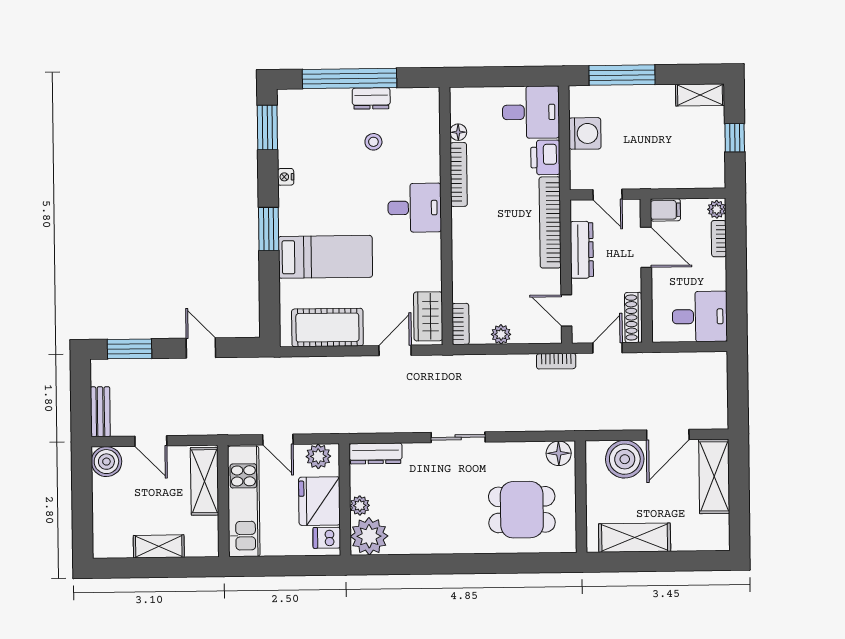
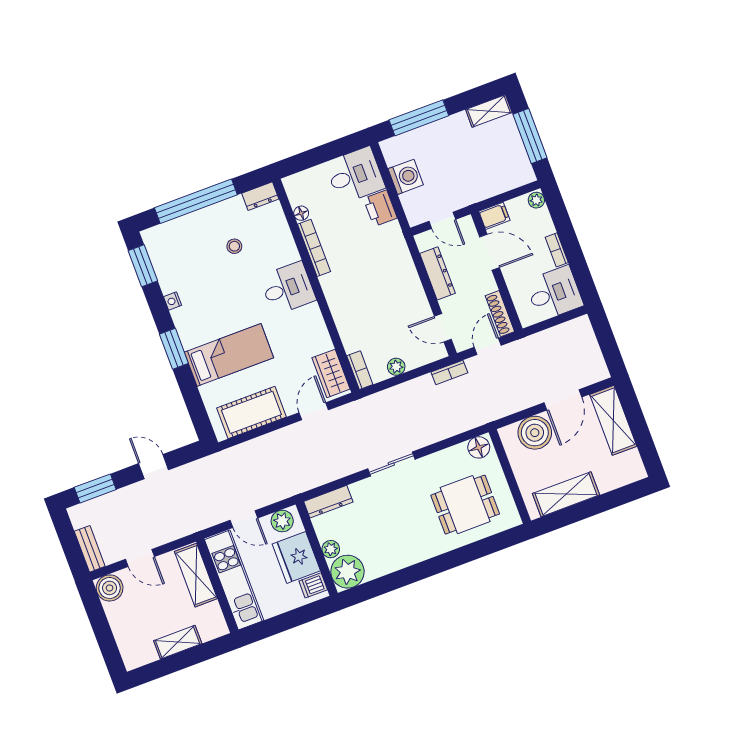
dresser: (371, 98) -> (260, 196), moved
window: (735, 138) -> (530, 136), width x2.17
bookcase: (550, 222) -> (403, 260), removed
bookcase: (719, 239) -> (557, 250), moved

